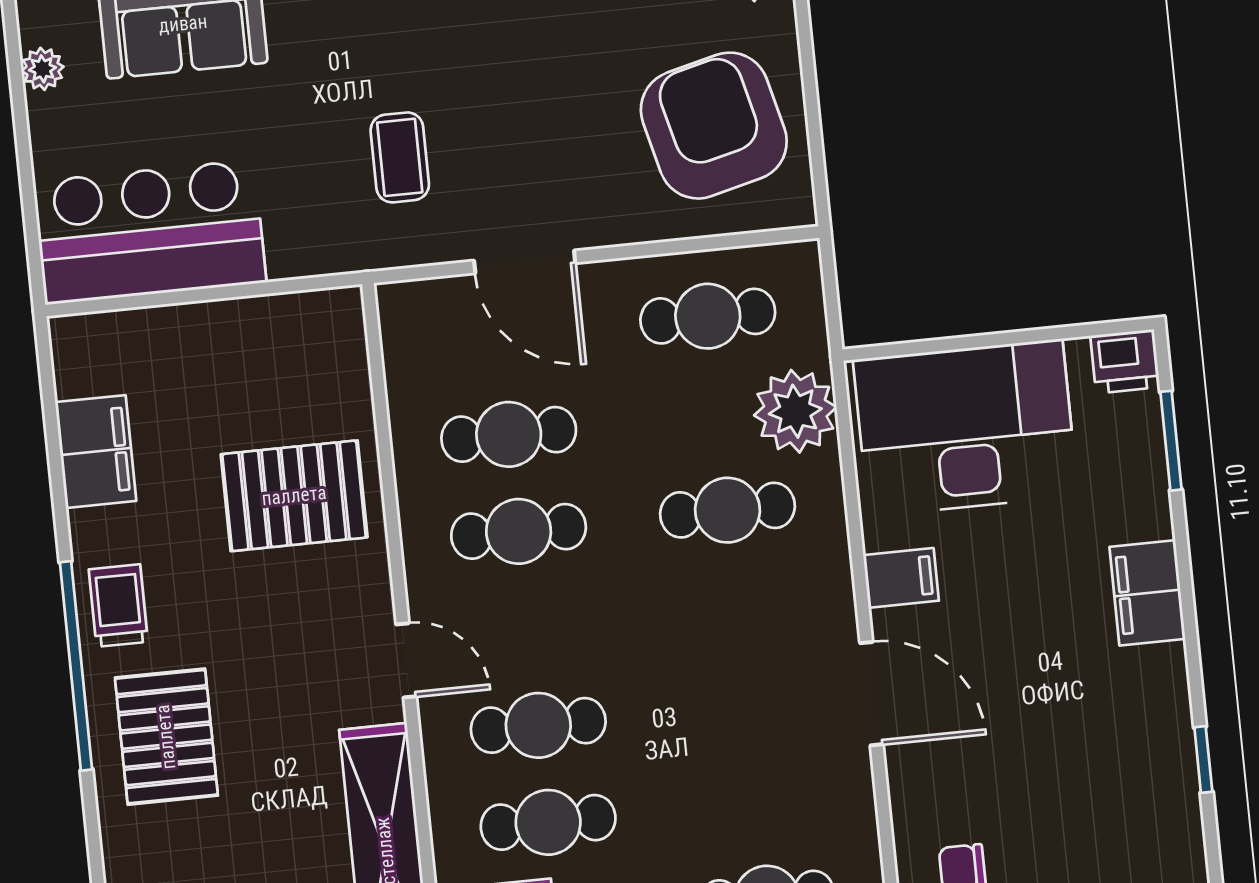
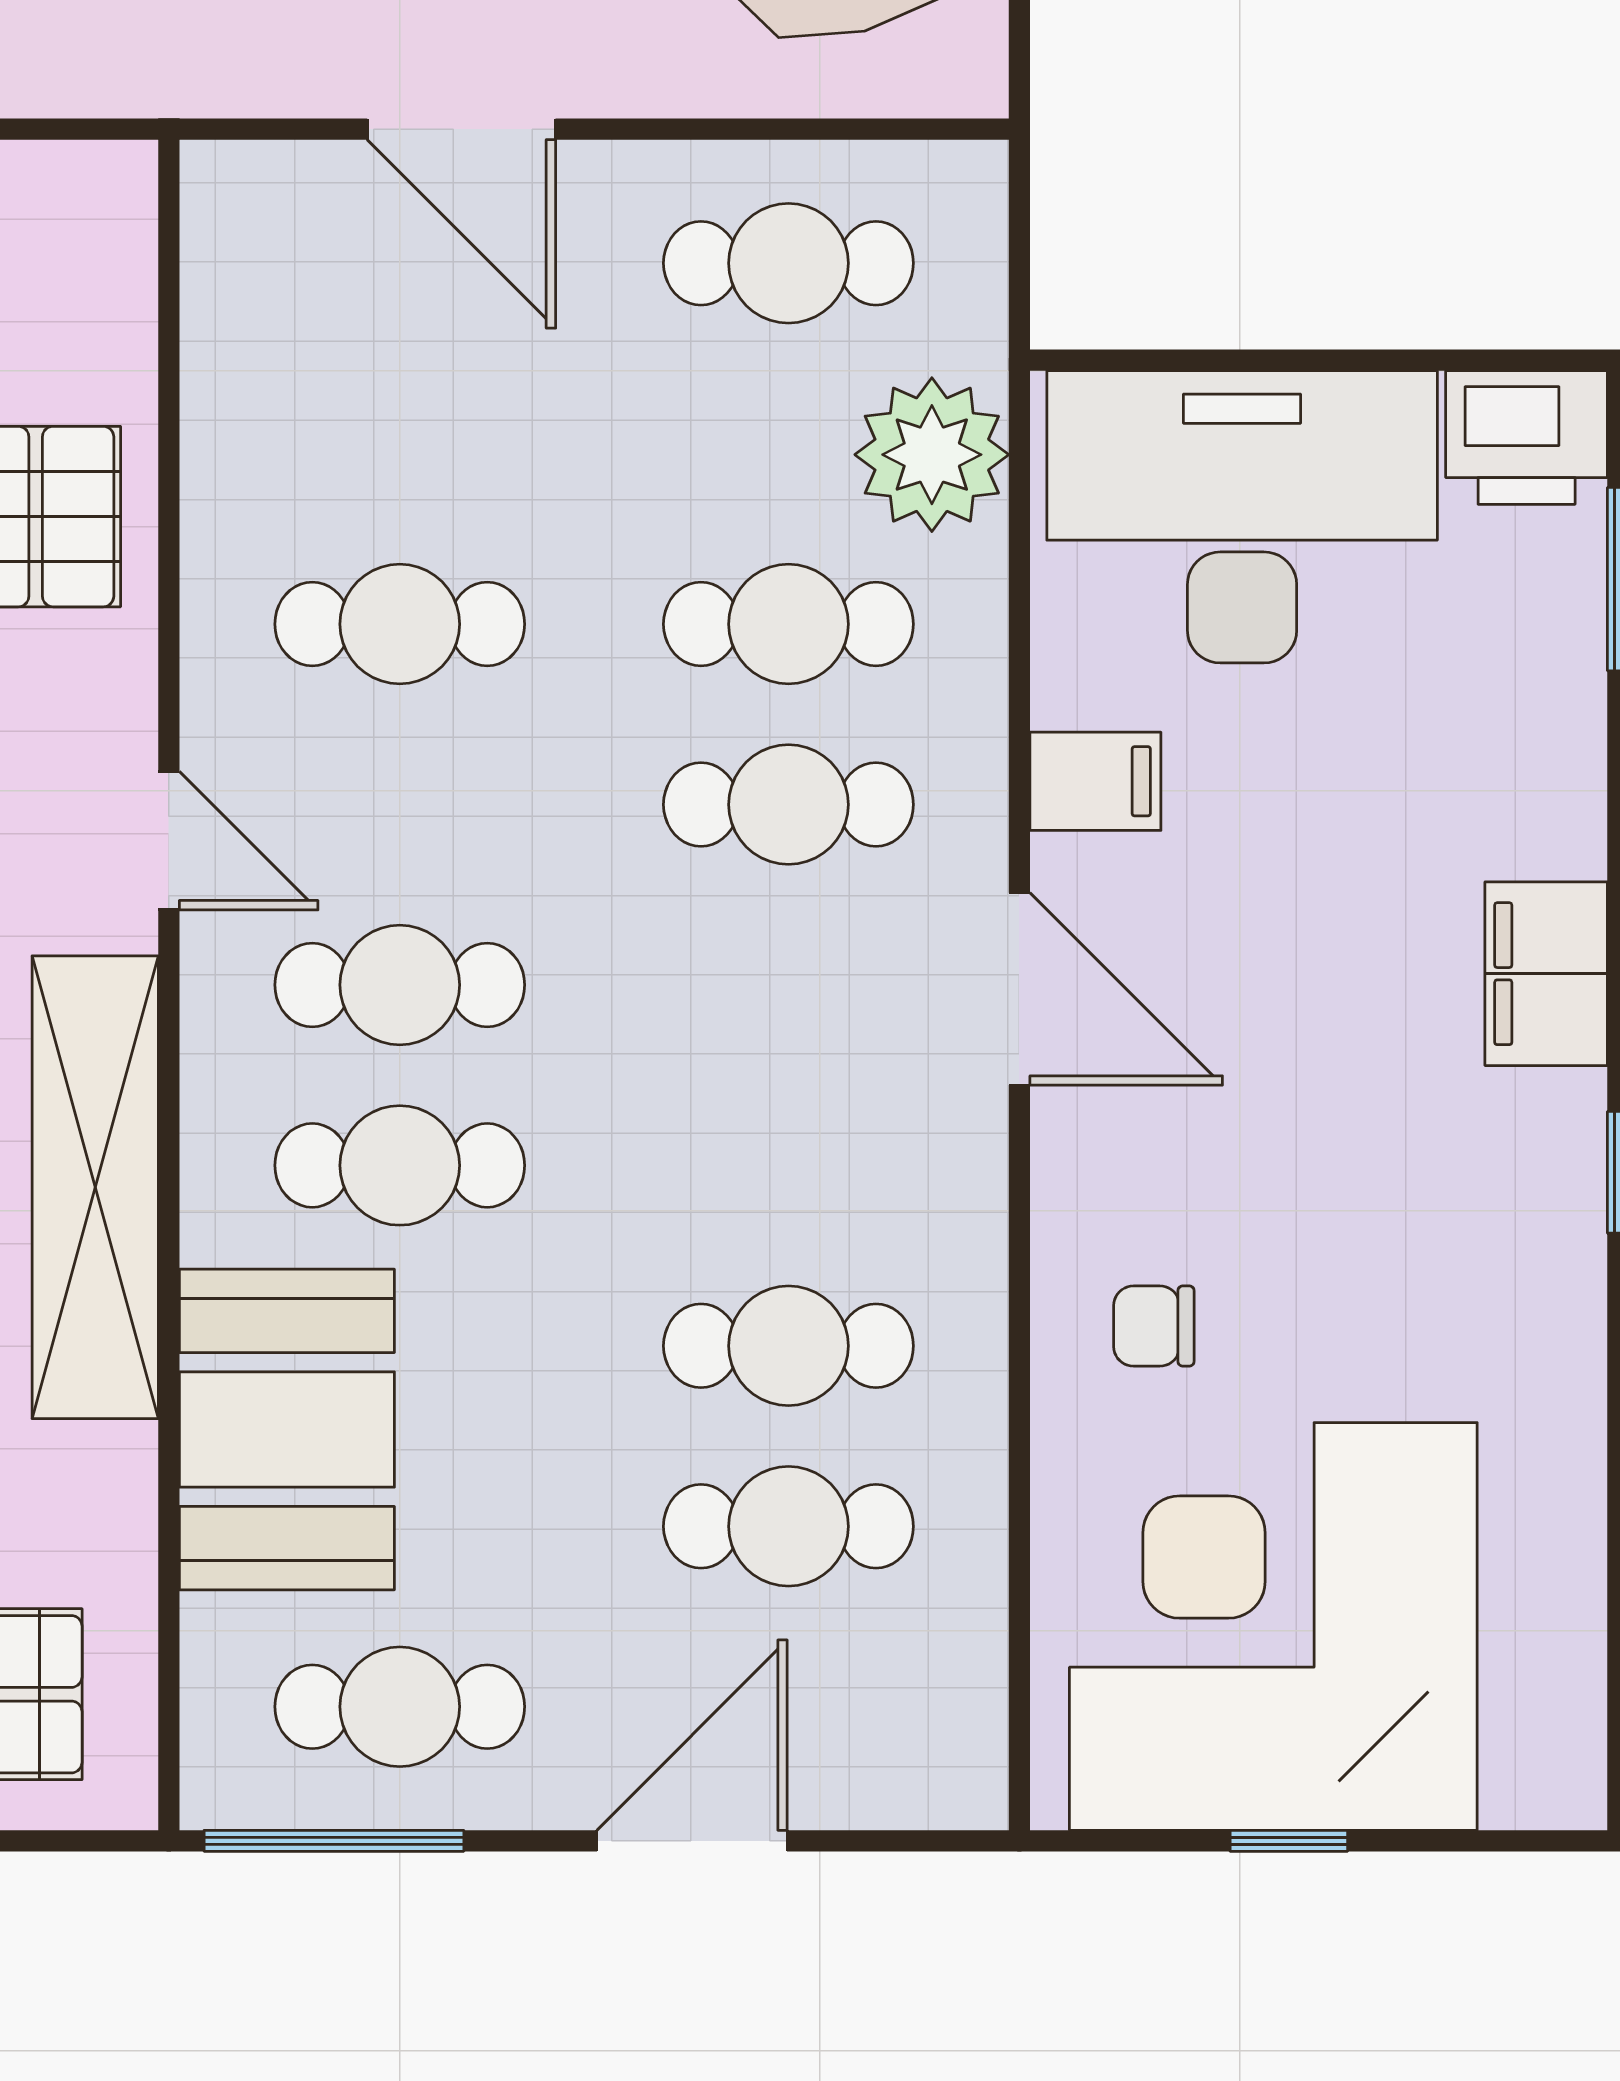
printer: (1125, 361) -> (1527, 437), width x1.36, depth x1.24
cafe table: (509, 434) -> (788, 805), moved
filing cabinet: (1147, 593) -> (1546, 974), moved

